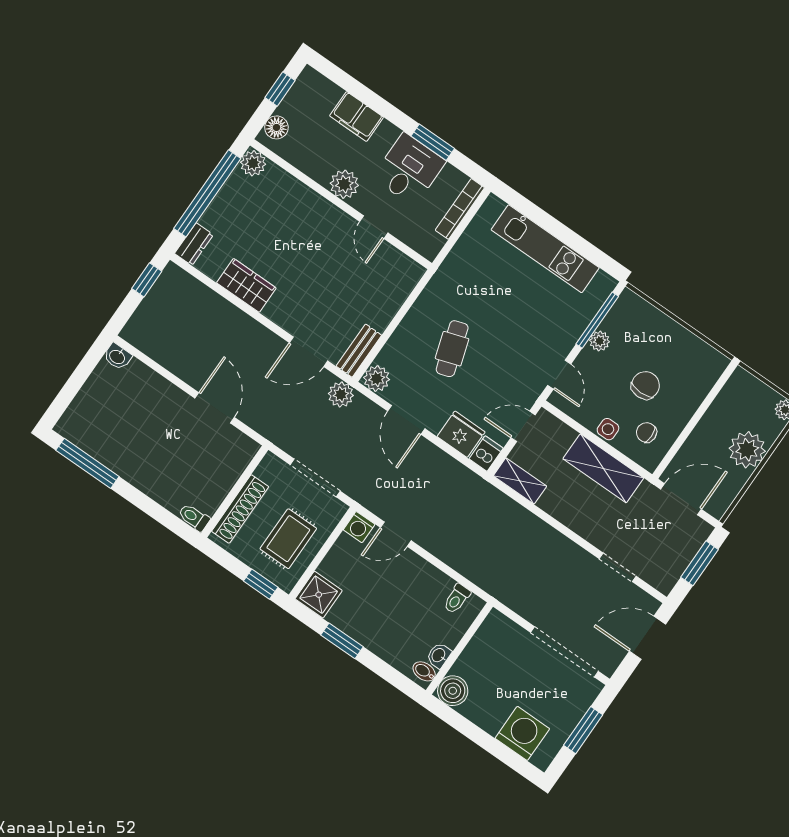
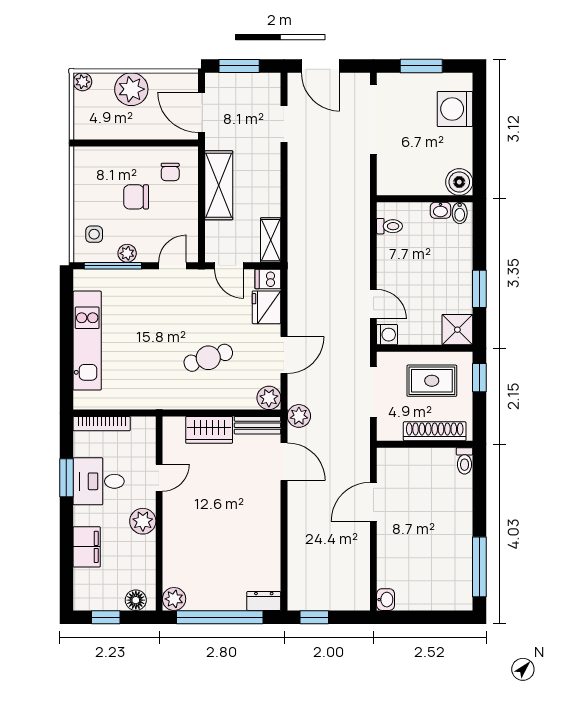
wardrobe: (246, 285) -> (209, 430), moved, turned -90
side table: (608, 429) -> (94, 234), moved

